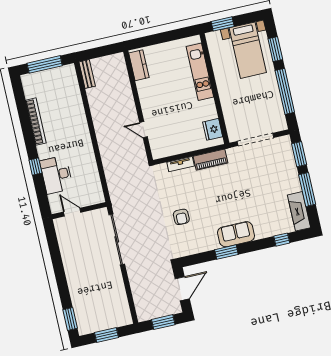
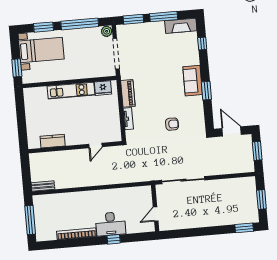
kitchen counter: (139, 65) -> (53, 141), moved
kitchen unit: (200, 72) -> (71, 91), moved
plant: (280, 124) -> (107, 31), added
desk: (56, 175) -> (111, 224), moved

